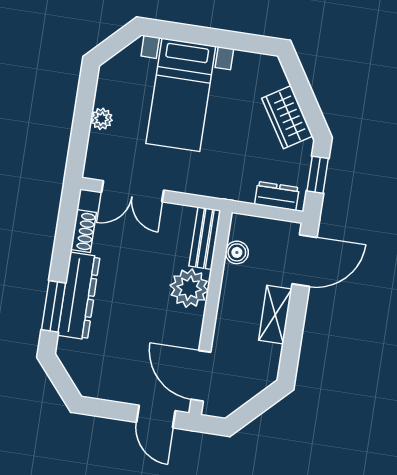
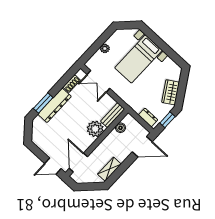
shelving: (275, 315) -> (109, 169), moved
door: (156, 417) -> (53, 166), hinge flipped

